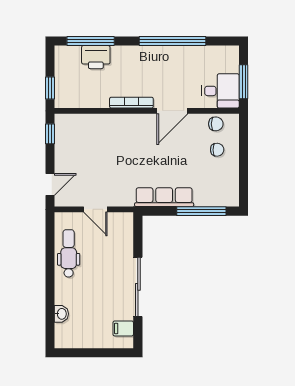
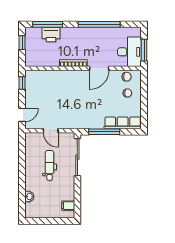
window: (50, 88) -> (22, 43), moved
desk: (220, 91) -> (129, 52), width x1.37
row of seats: (164, 197) -> (123, 123), moved
window: (201, 211) -> (104, 132), moved
dental chair: (69, 253) -> (49, 165), moved
sliding door: (138, 287) -> (77, 157), moved

